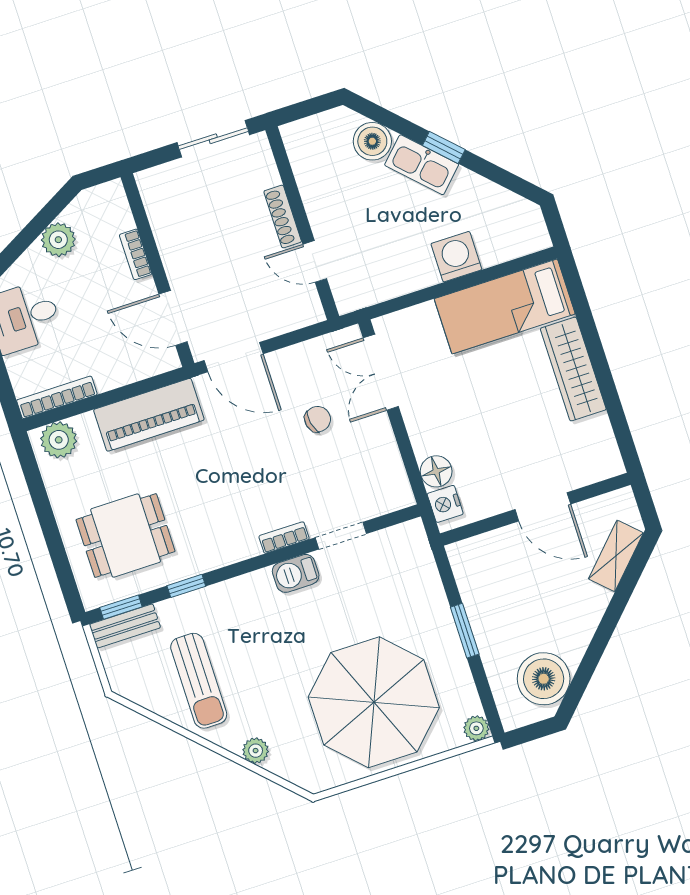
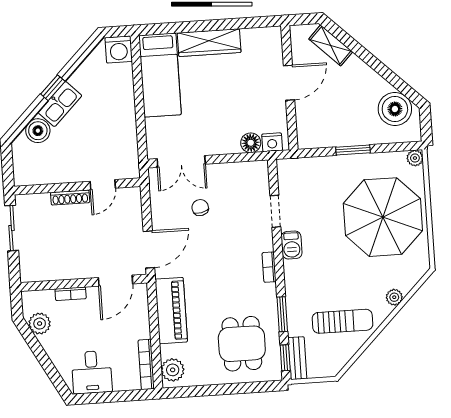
plant: (58, 240) -> (40, 324), moved
washing machine: (456, 257) -> (119, 50), moved, turned -90
bookcase: (284, 538) -> (269, 267), moved
window: (186, 586) -> (282, 314), width x1.50

